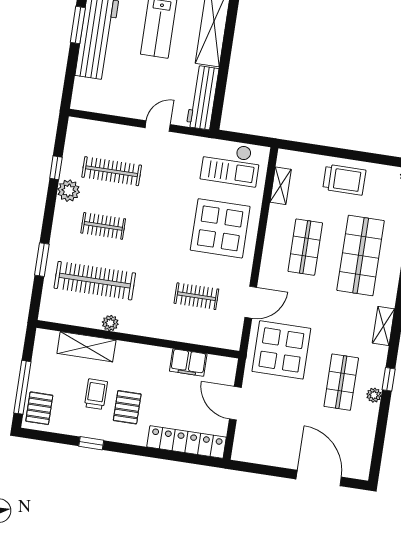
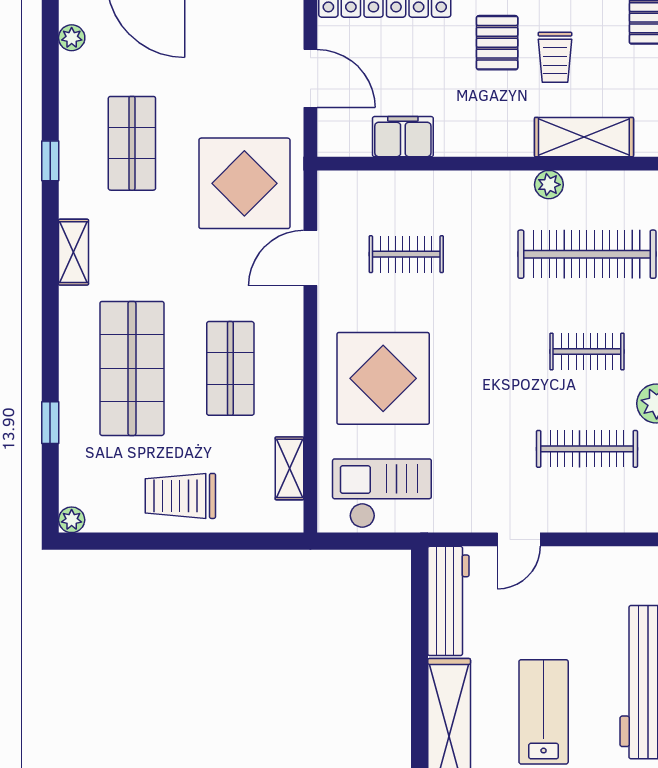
plant: (374, 395) -> (72, 38), moved

